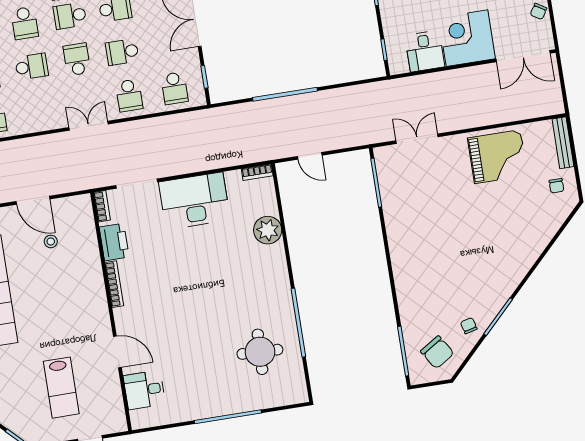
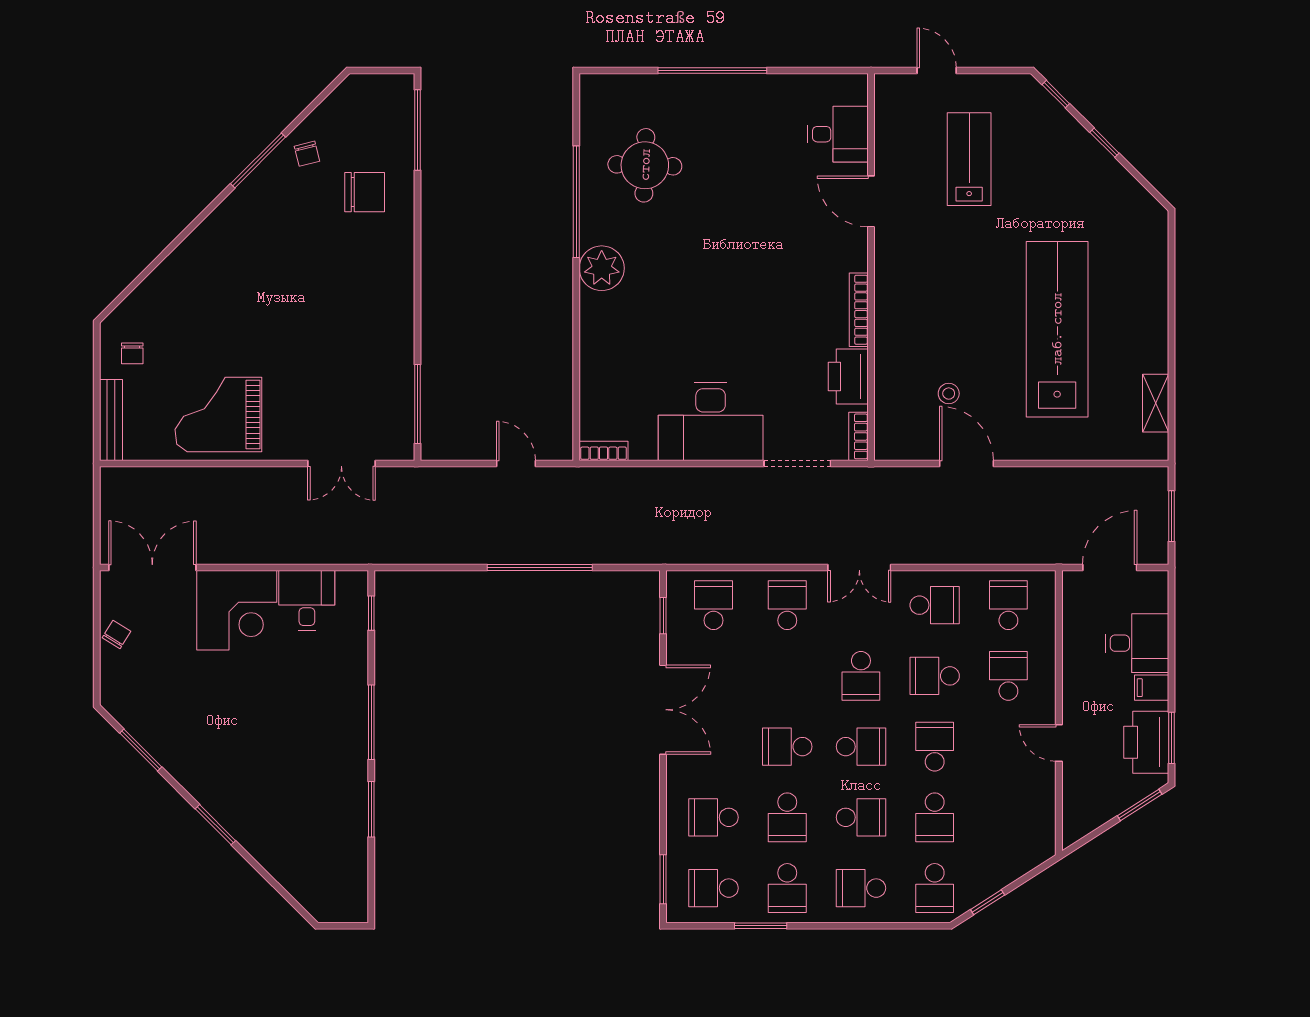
school desk: (122, 52) -> (935, 605), moved
chair: (556, 186) -> (132, 353), turned 180
plant: (268, 230) -> (602, 268), moved
chair: (437, 352) -> (365, 192), moved, turned 122

